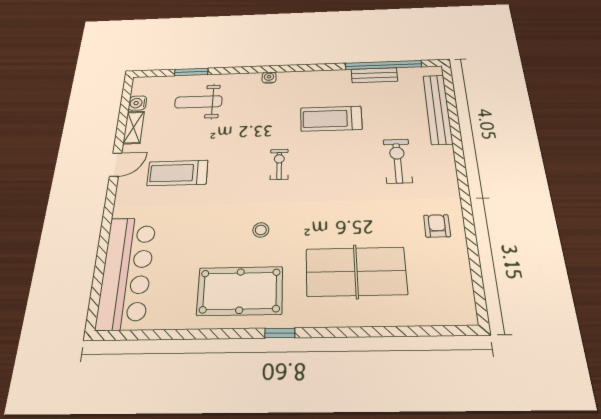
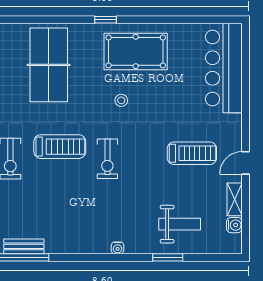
window: (191, 72) -> (168, 257), moved
treadmill: (331, 119) -> (60, 147), moved
exercise bike: (279, 164) -> (107, 159), width x1.38, depth x1.39
table tennis table: (356, 272) -> (49, 65), turned 90

